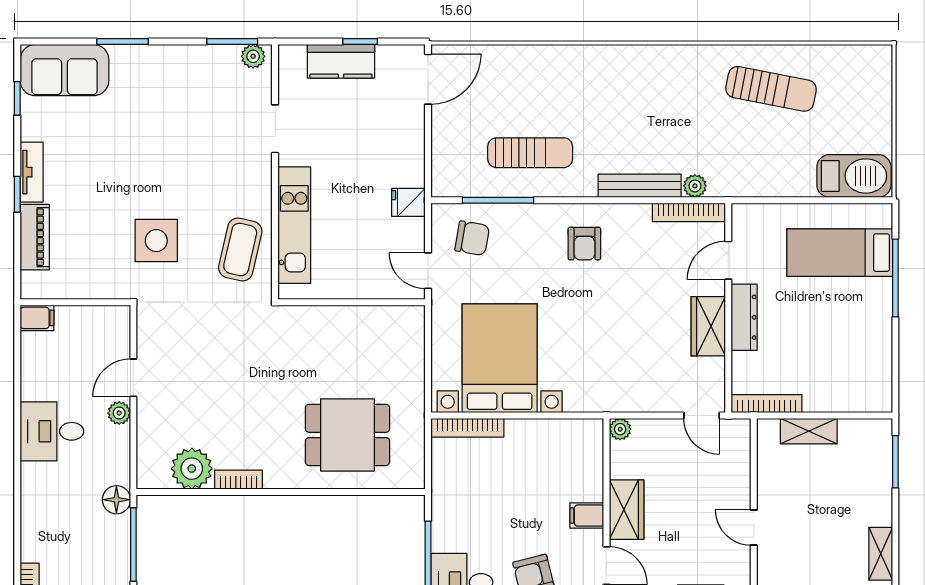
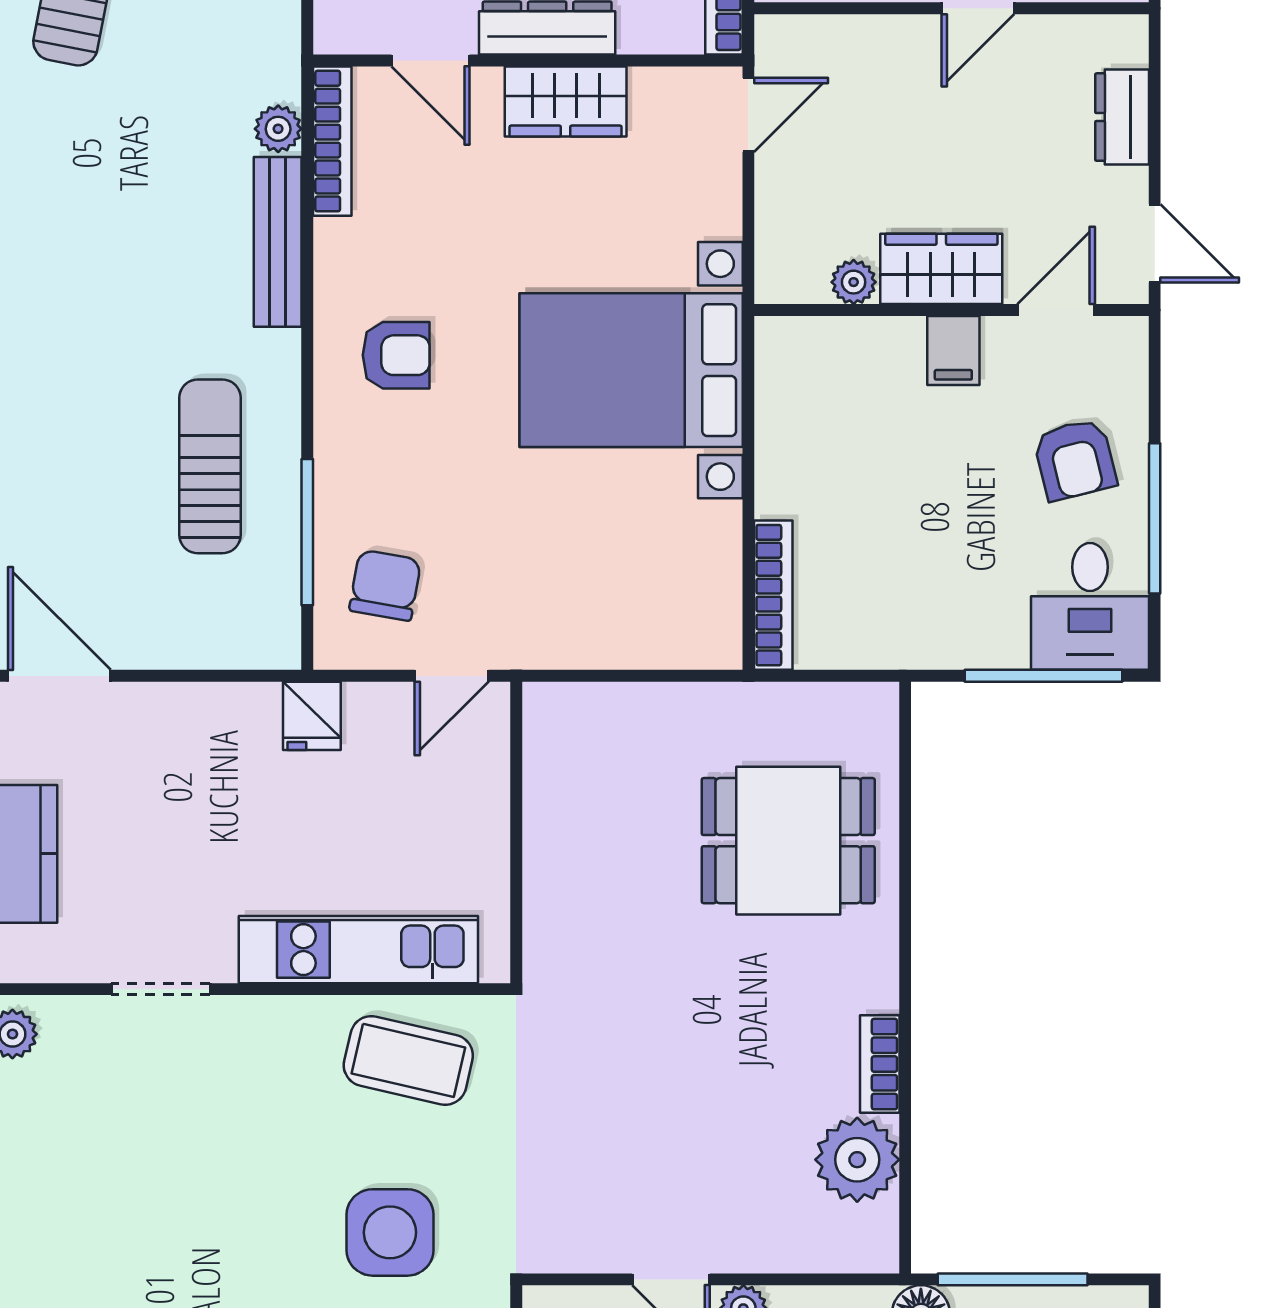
bed with nightstands: (500, 358) -> (631, 370), moved
plant: (620, 429) -> (854, 282), moved
dining table: (347, 435) -> (788, 841), turned 90

